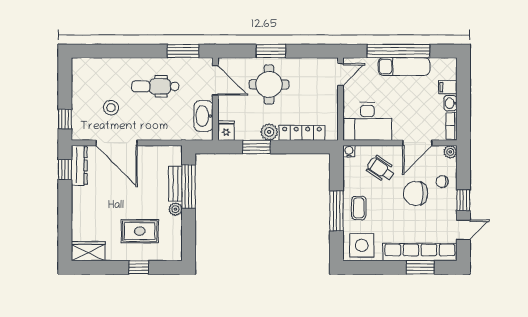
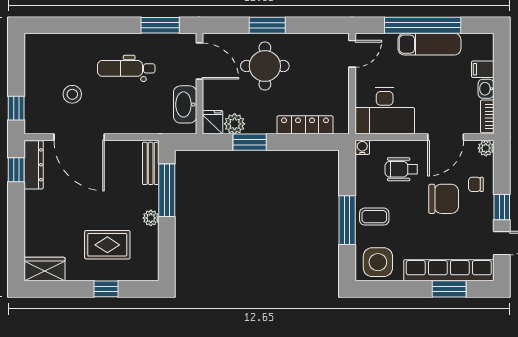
plant: (269, 132) -> (235, 124), moved
wheelchair: (381, 169) -> (401, 169), turned -35
bench: (175, 184) -> (151, 163), moved
chair: (416, 193) -> (444, 199), turned 180
coffee table: (359, 208) -> (374, 217), turned 90

